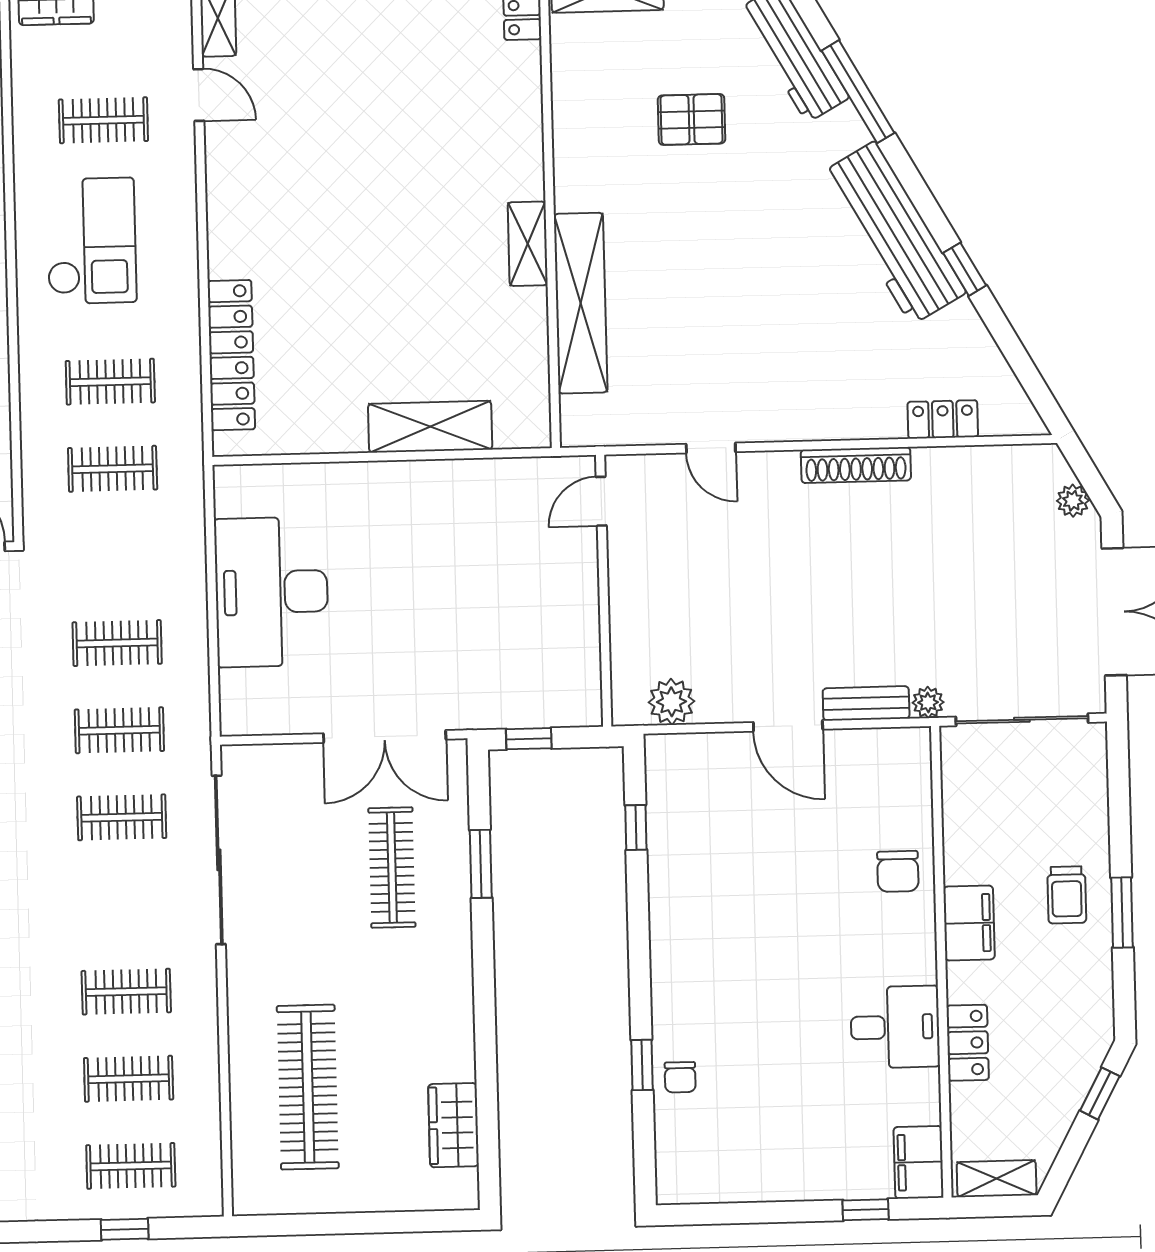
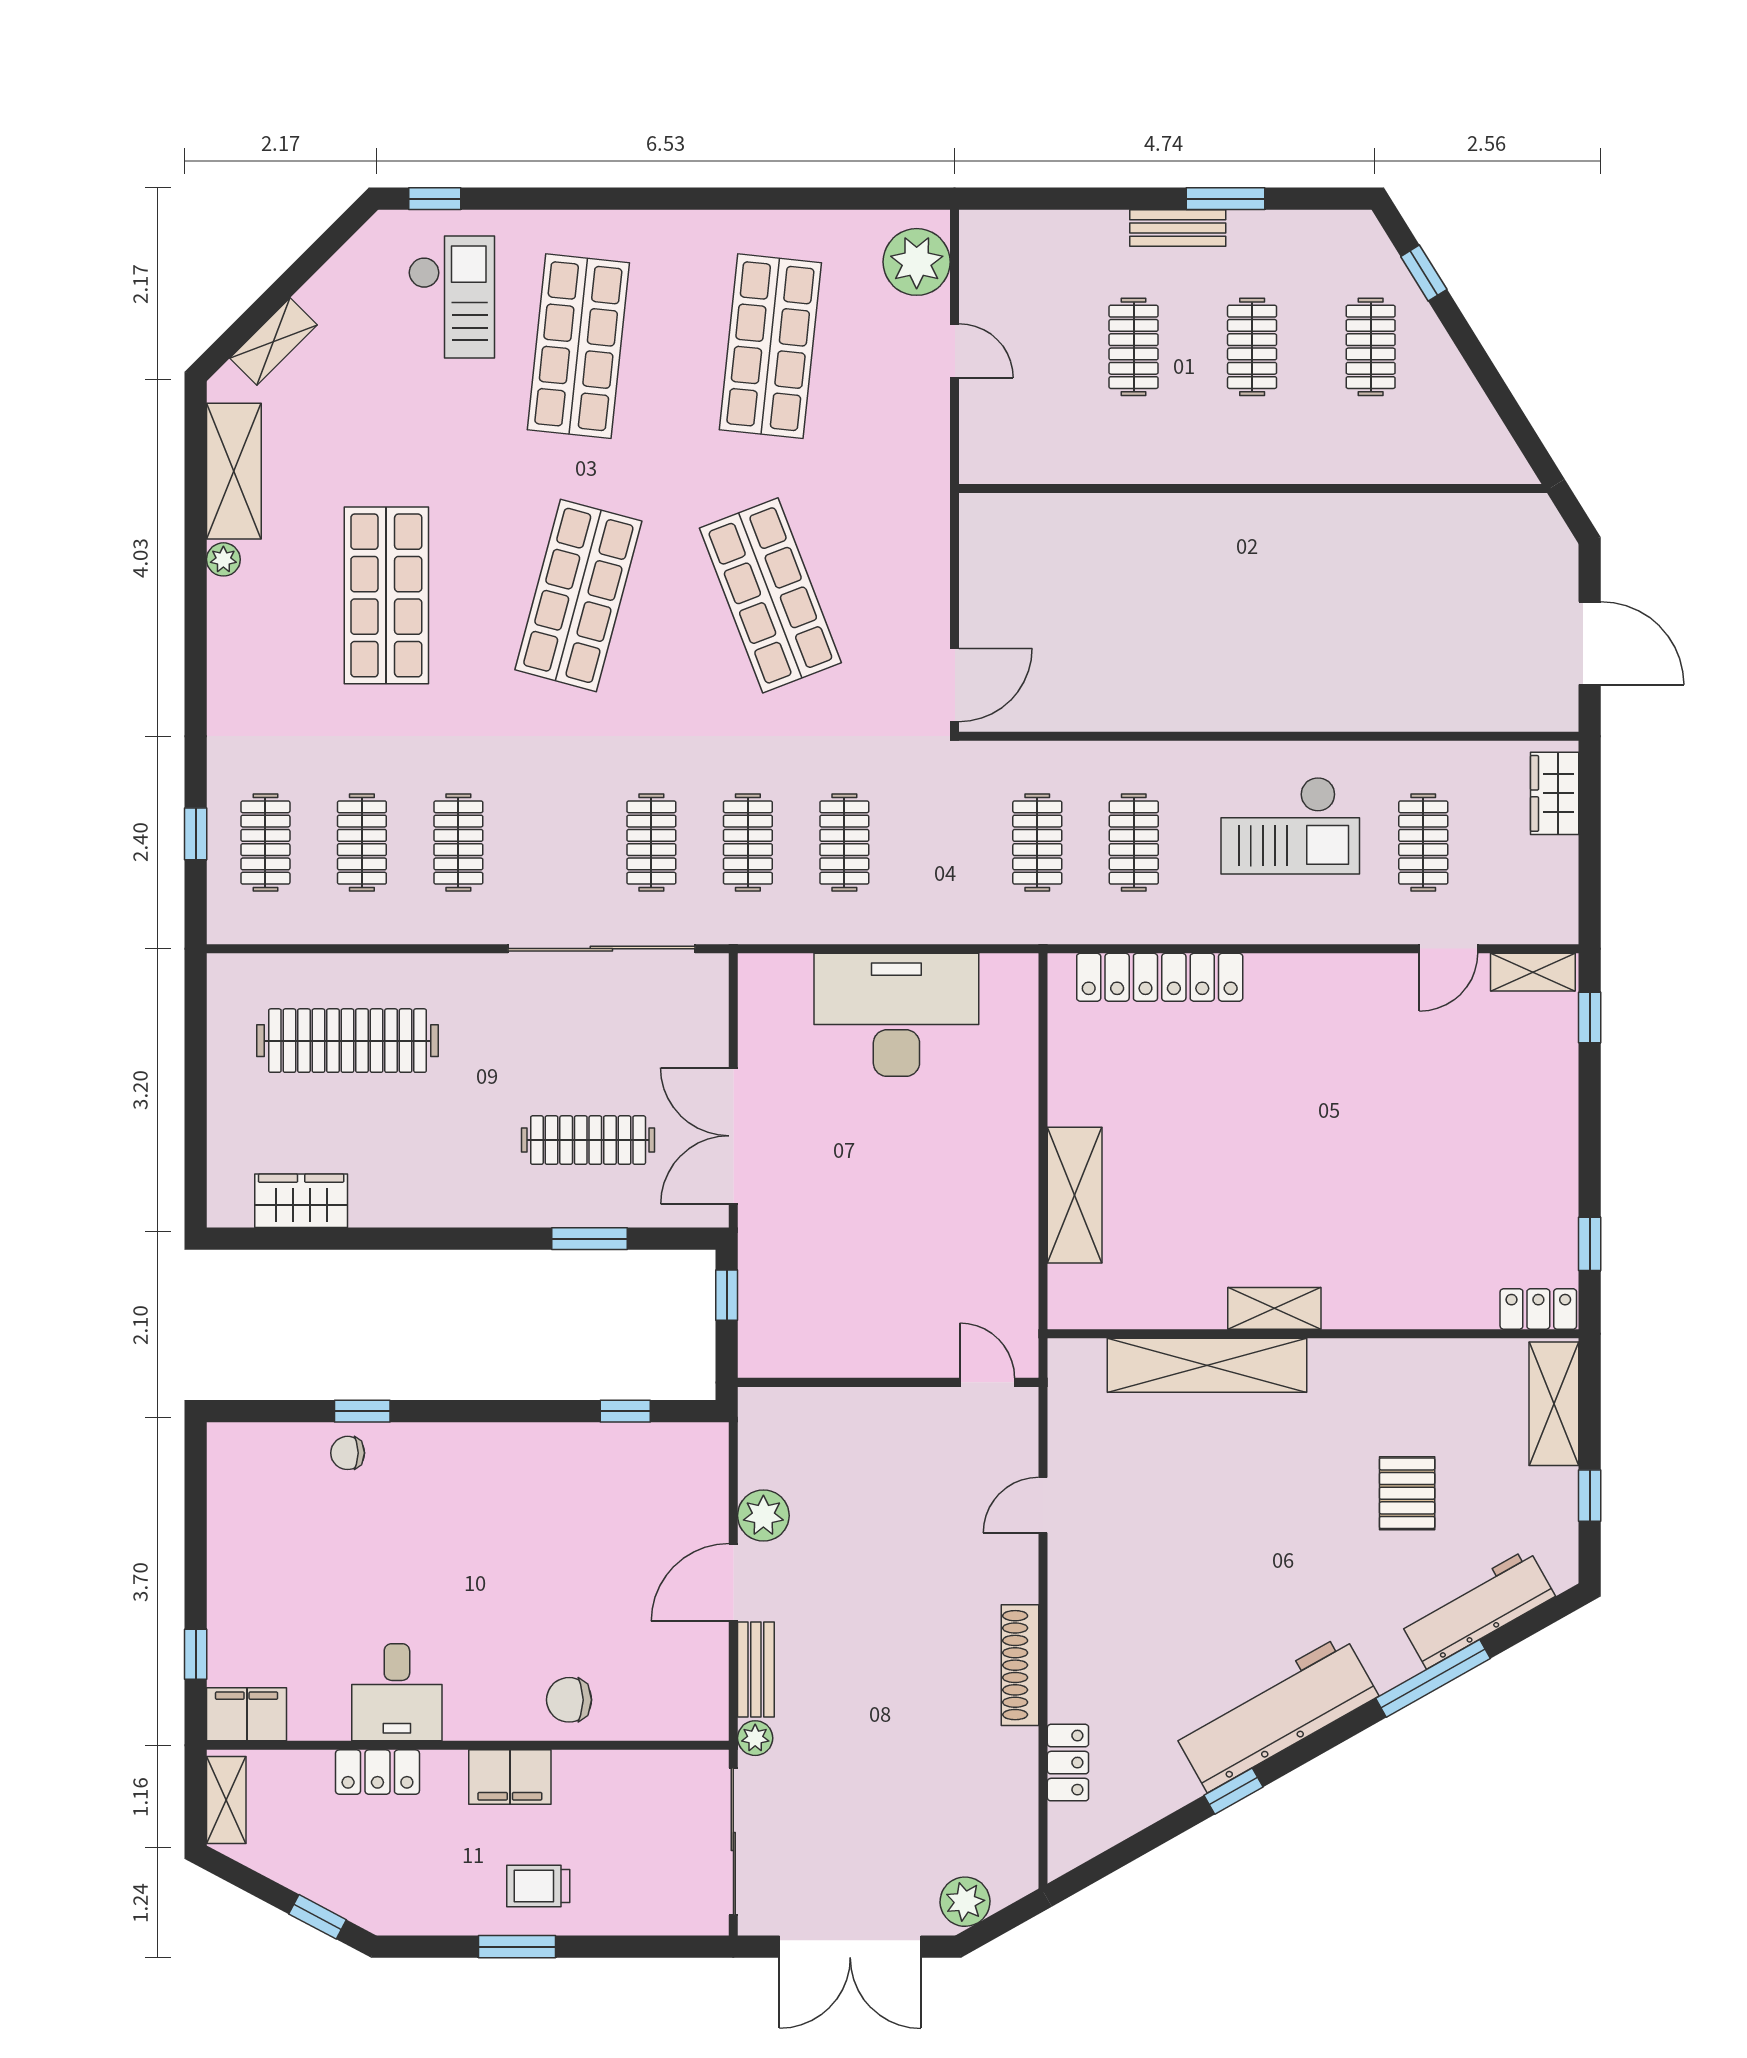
plant: (1073, 501) -> (965, 1902), width x1.38, depth x1.38
plant: (671, 702) -> (763, 1516), moved

